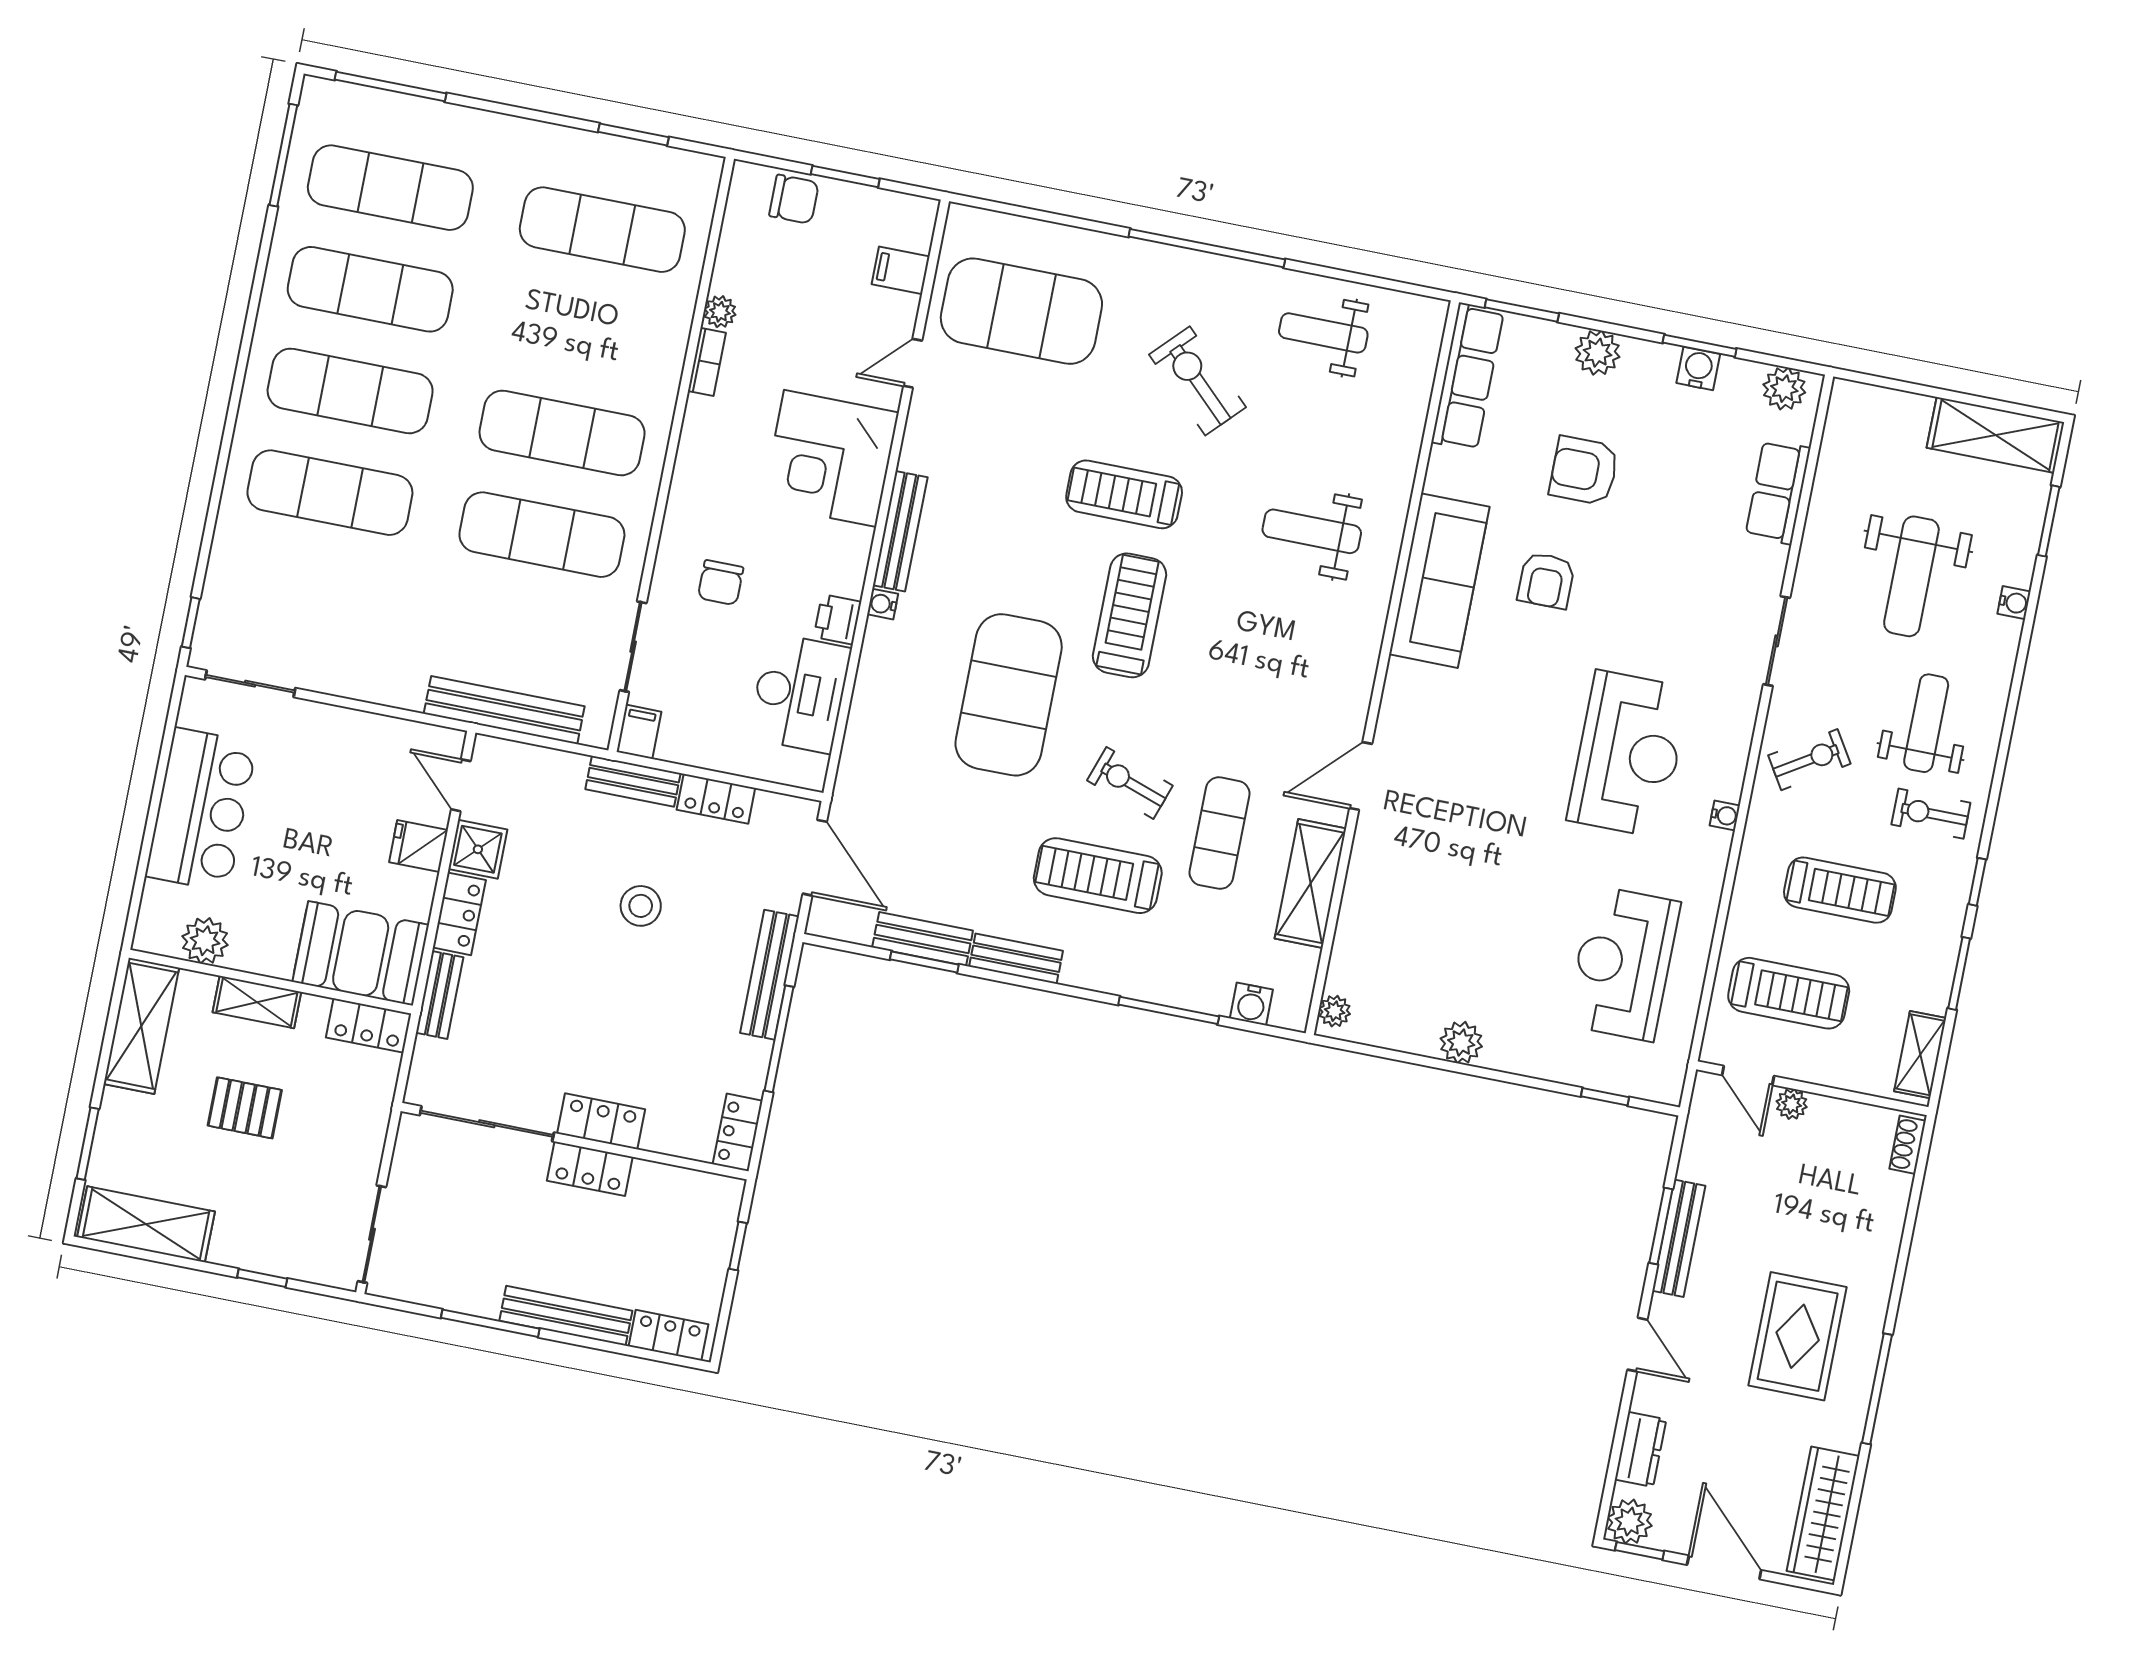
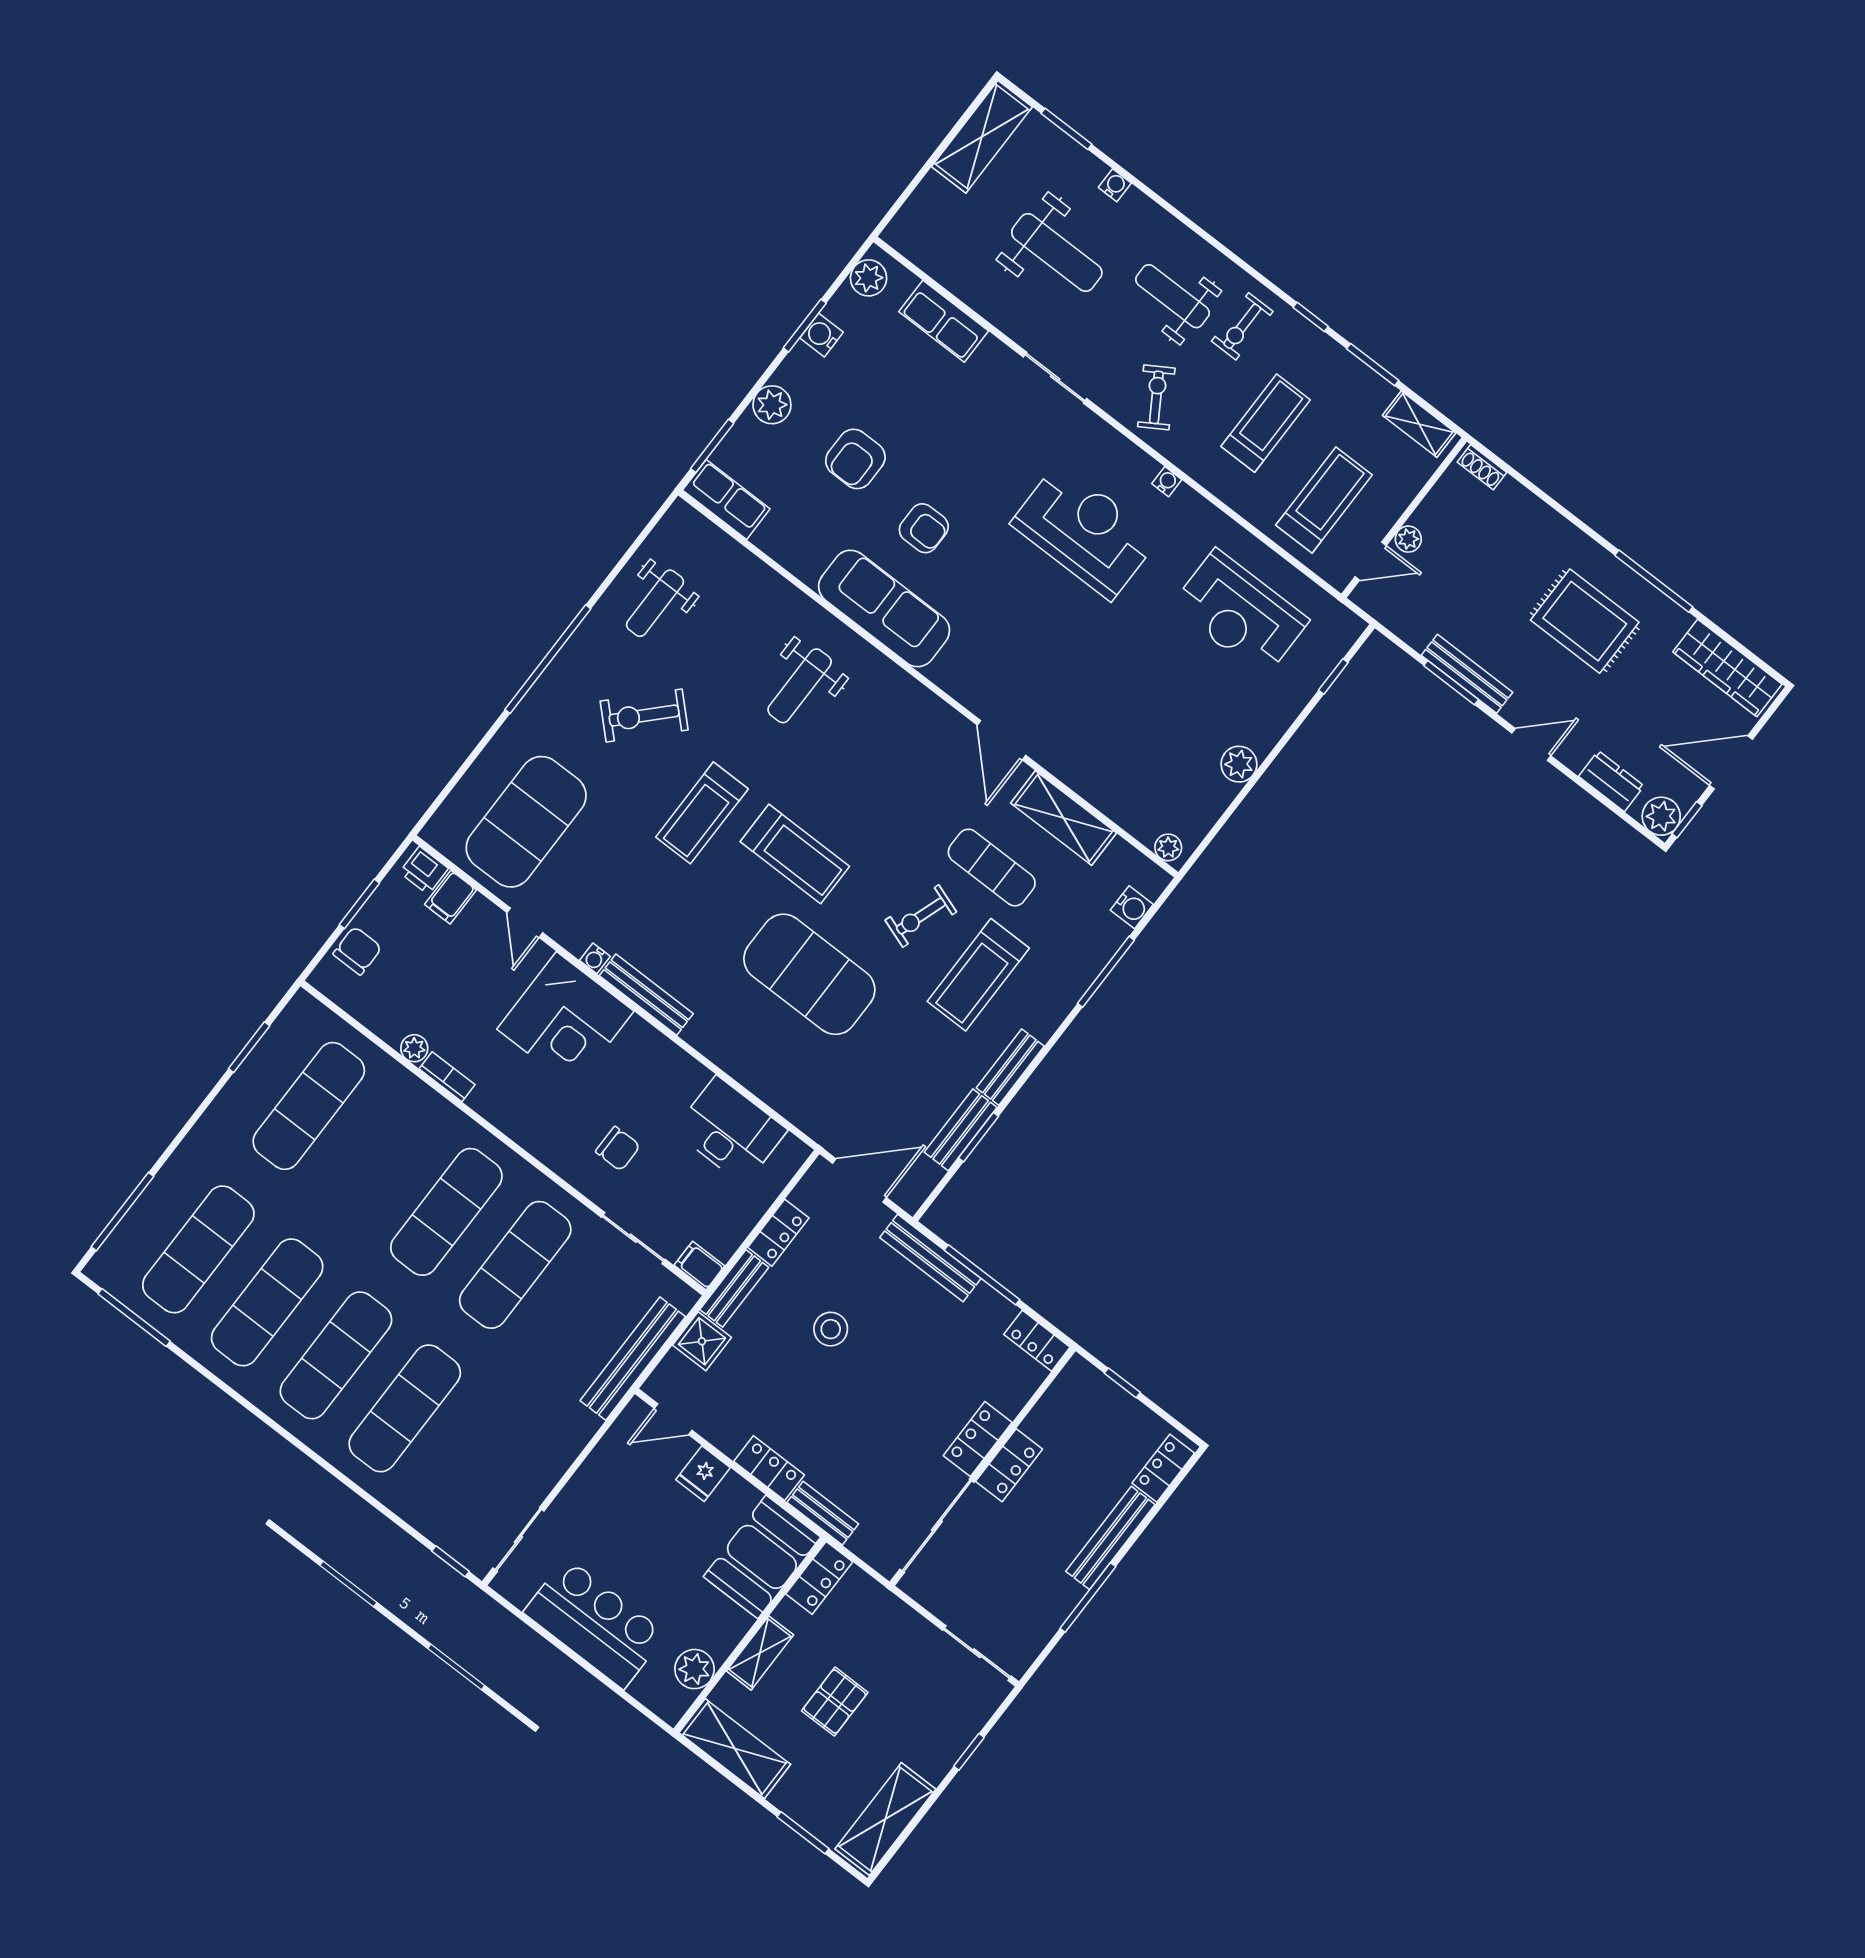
row of seats: (1468, 377) -> (726, 499), width x0.68
water cooler: (883, 604) -> (595, 958), moved
treadmill: (1130, 615) -> (795, 854), turned 180
printer: (837, 619) -> (424, 870), moved
shower: (478, 849) -> (702, 1341), moved

